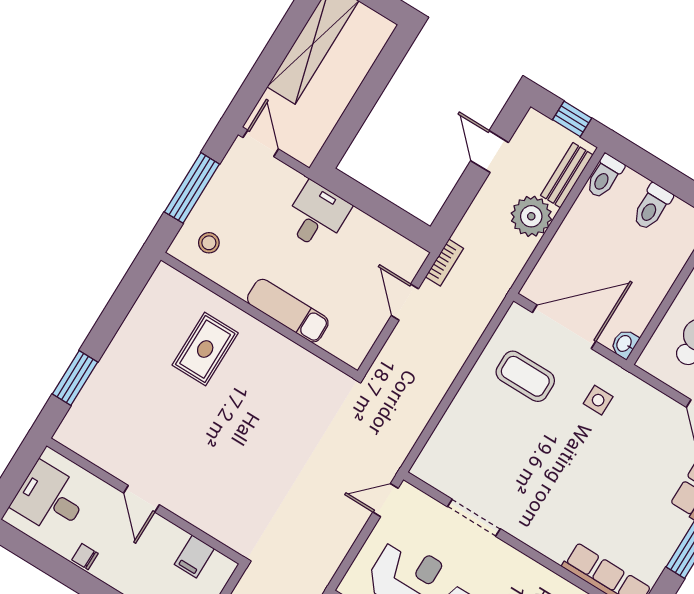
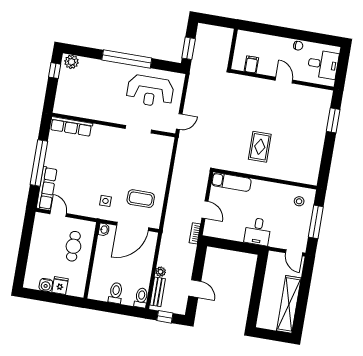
plant: (531, 216) -> (161, 272), width x0.53, depth x0.53
exam couch: (288, 311) -> (231, 182), moved
rug: (205, 349) -> (260, 147), moved

